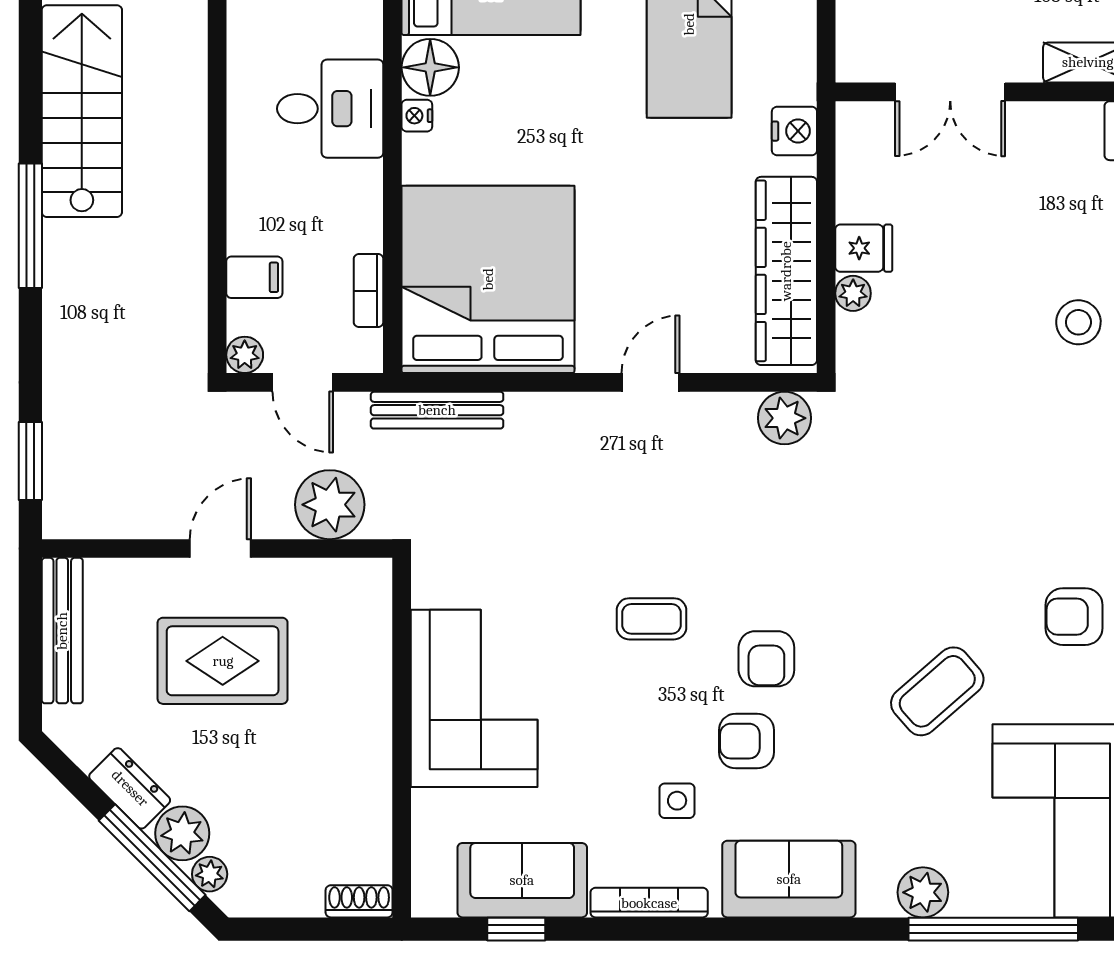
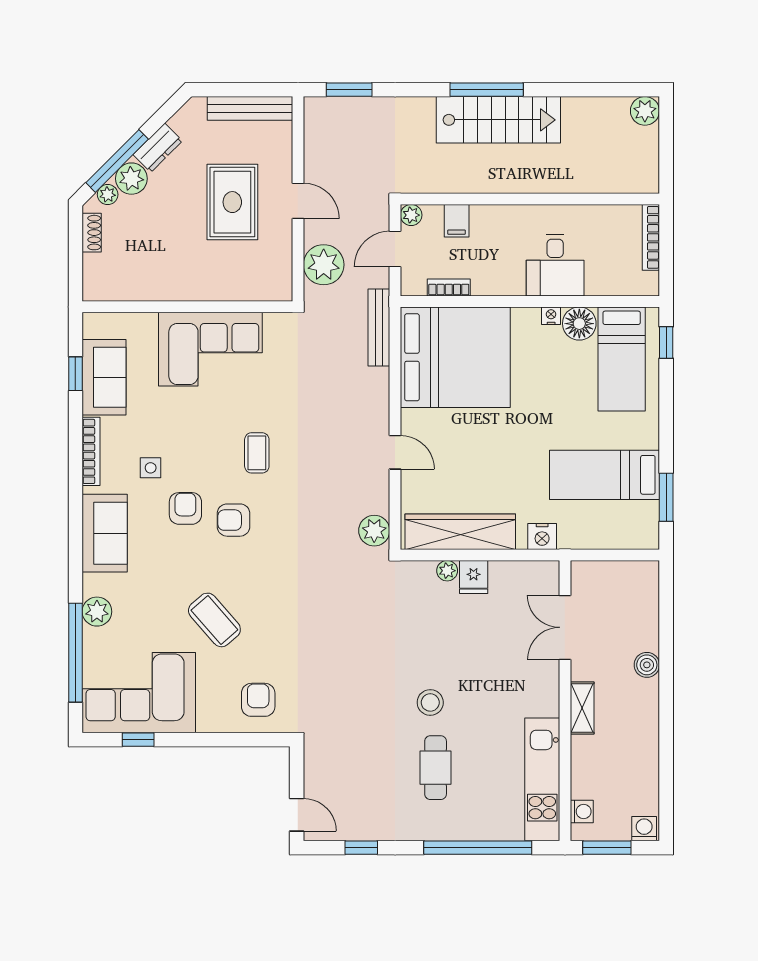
stairs: (82, 111) -> (498, 120), moved
shoe rack: (359, 901) -> (92, 233), moved

